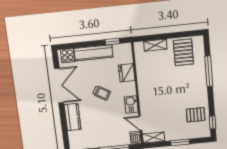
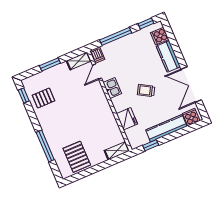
shelving: (155, 45) -> (117, 151), moved
door: (140, 123) -> (97, 72), swing flipped
cooker: (75, 137) -> (160, 36), added

